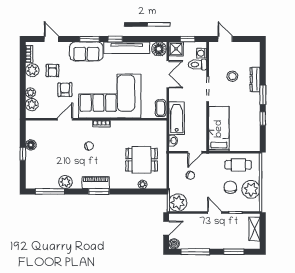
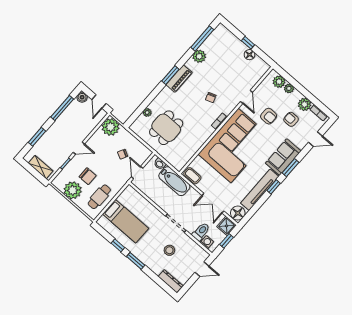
dresser: (255, 80) -> (171, 281), moved
bed: (219, 129) -> (126, 221), moved

